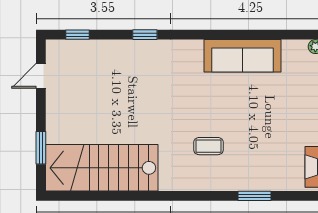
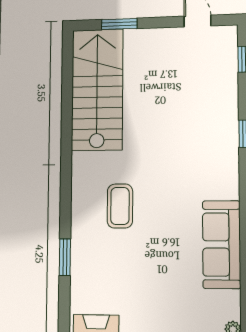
coffee table: (208, 146) -> (120, 206), width x1.36, depth x1.30

